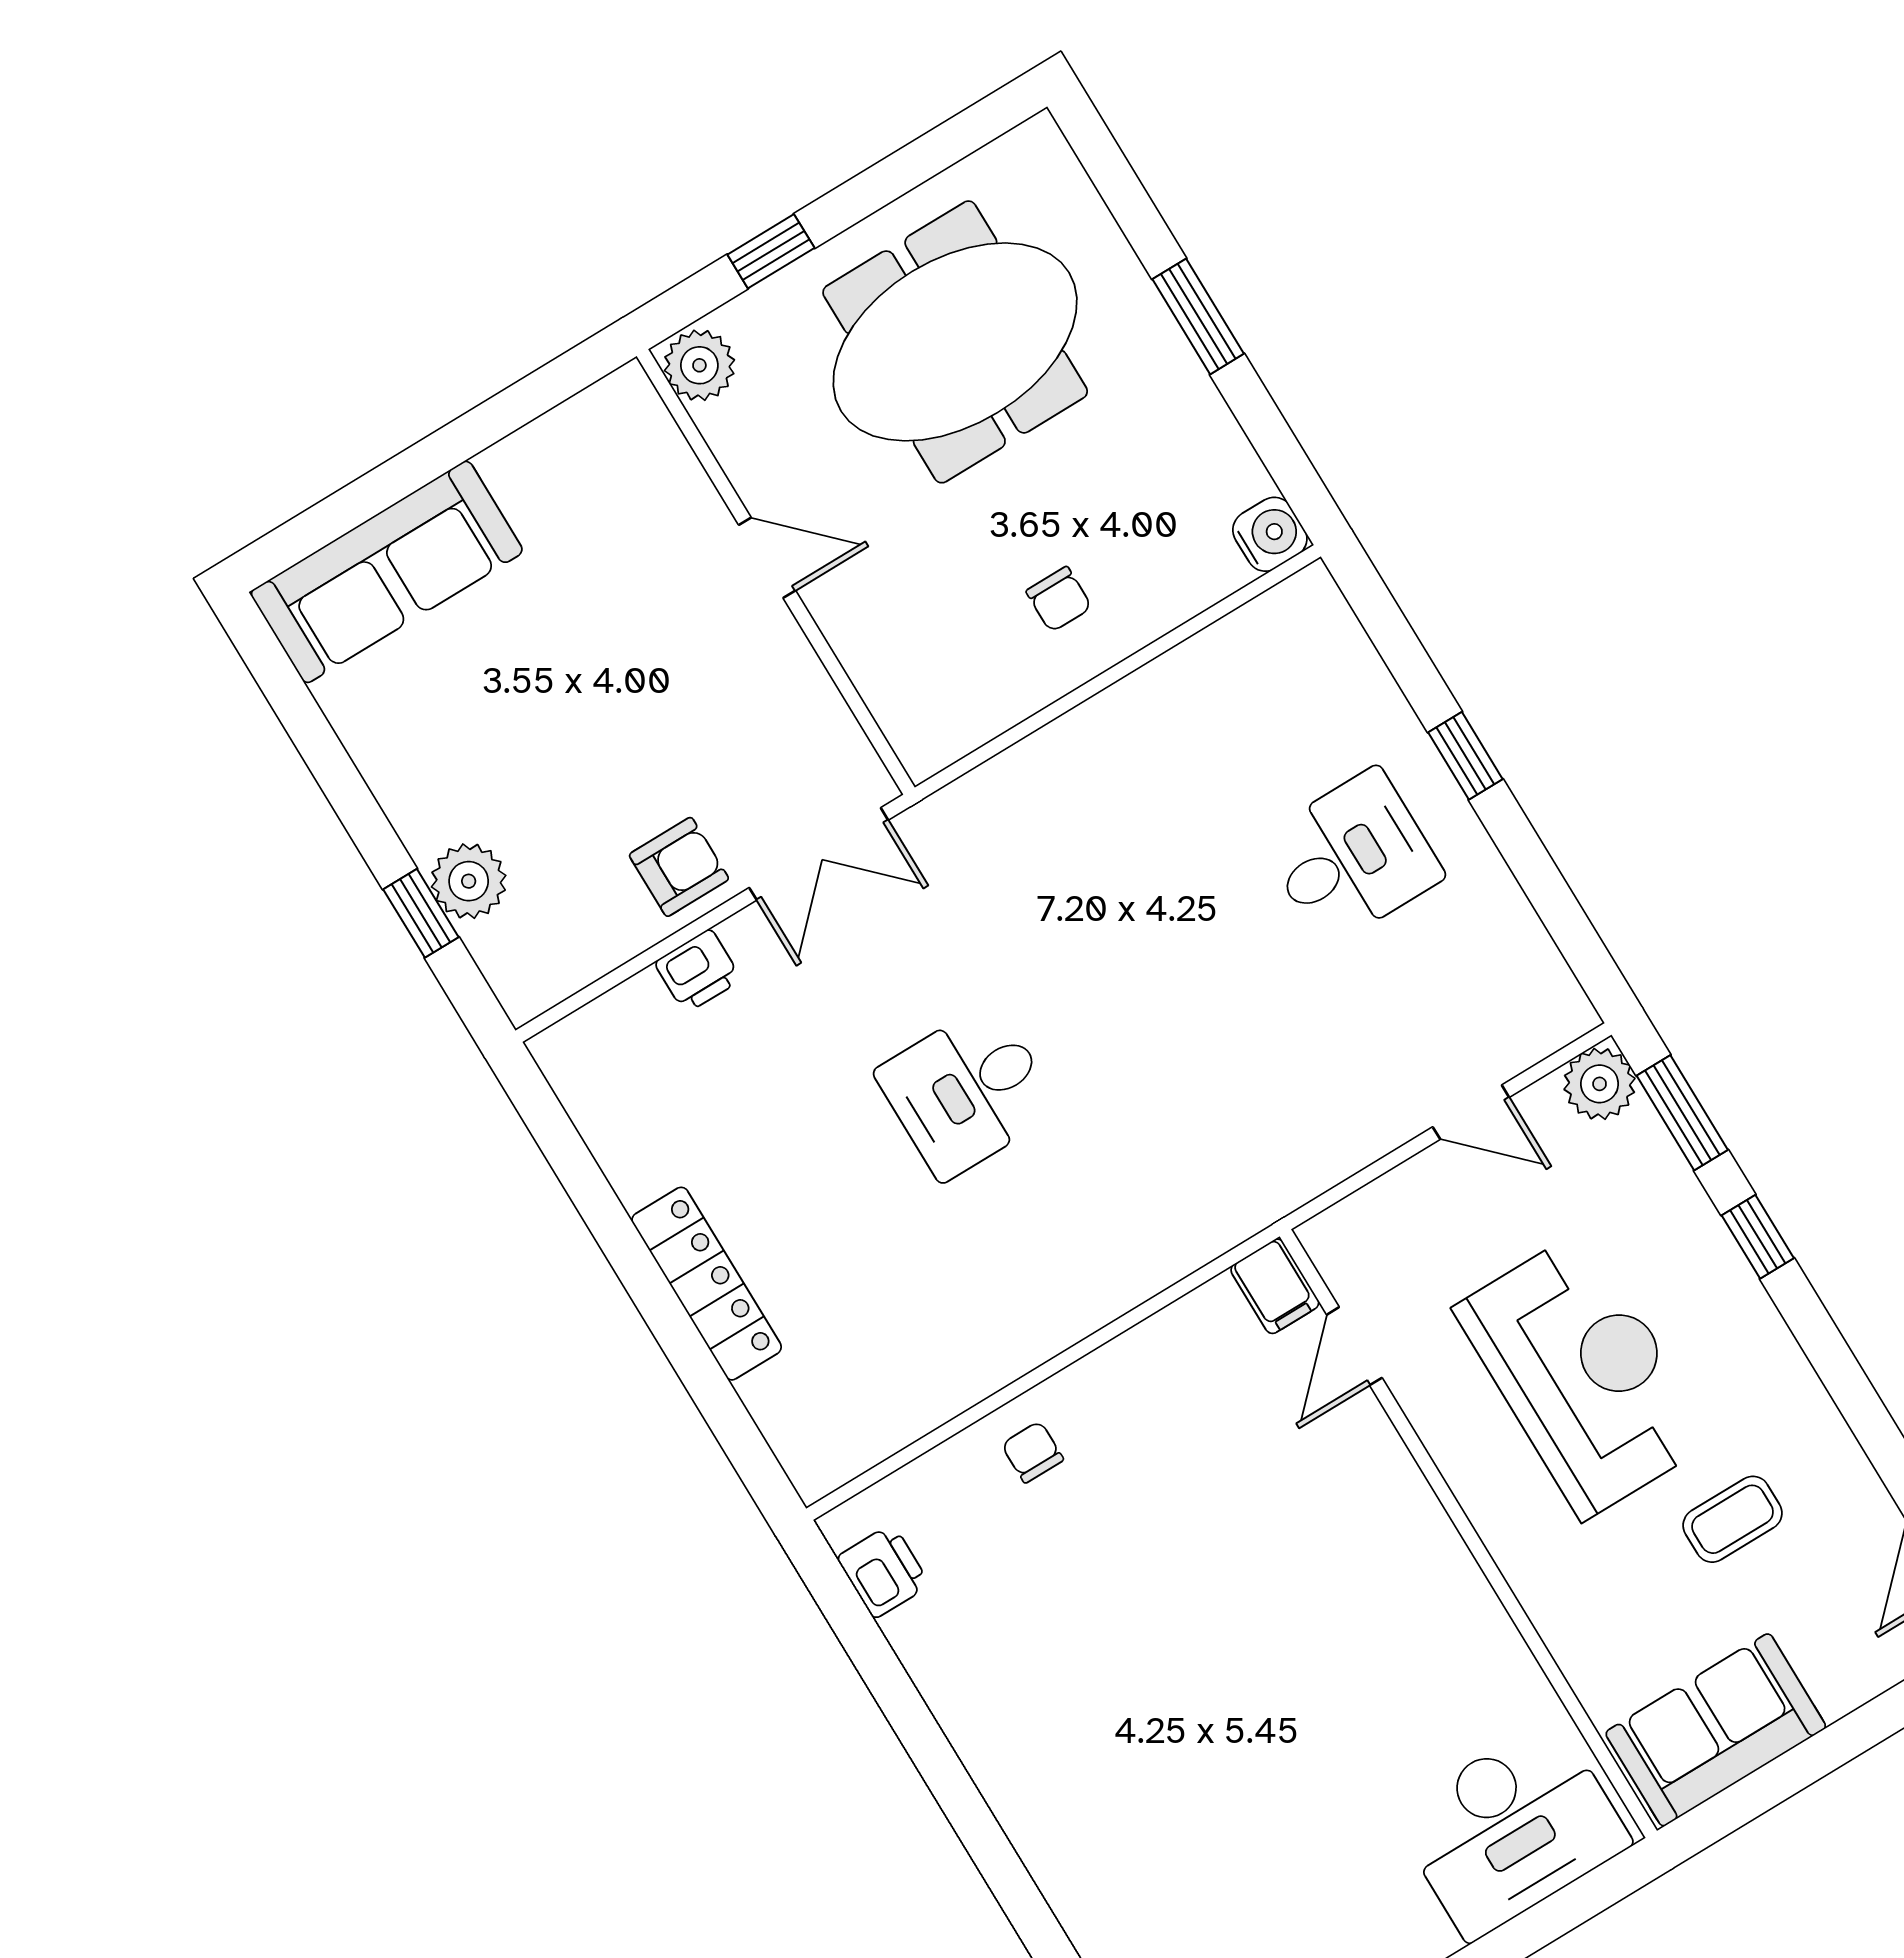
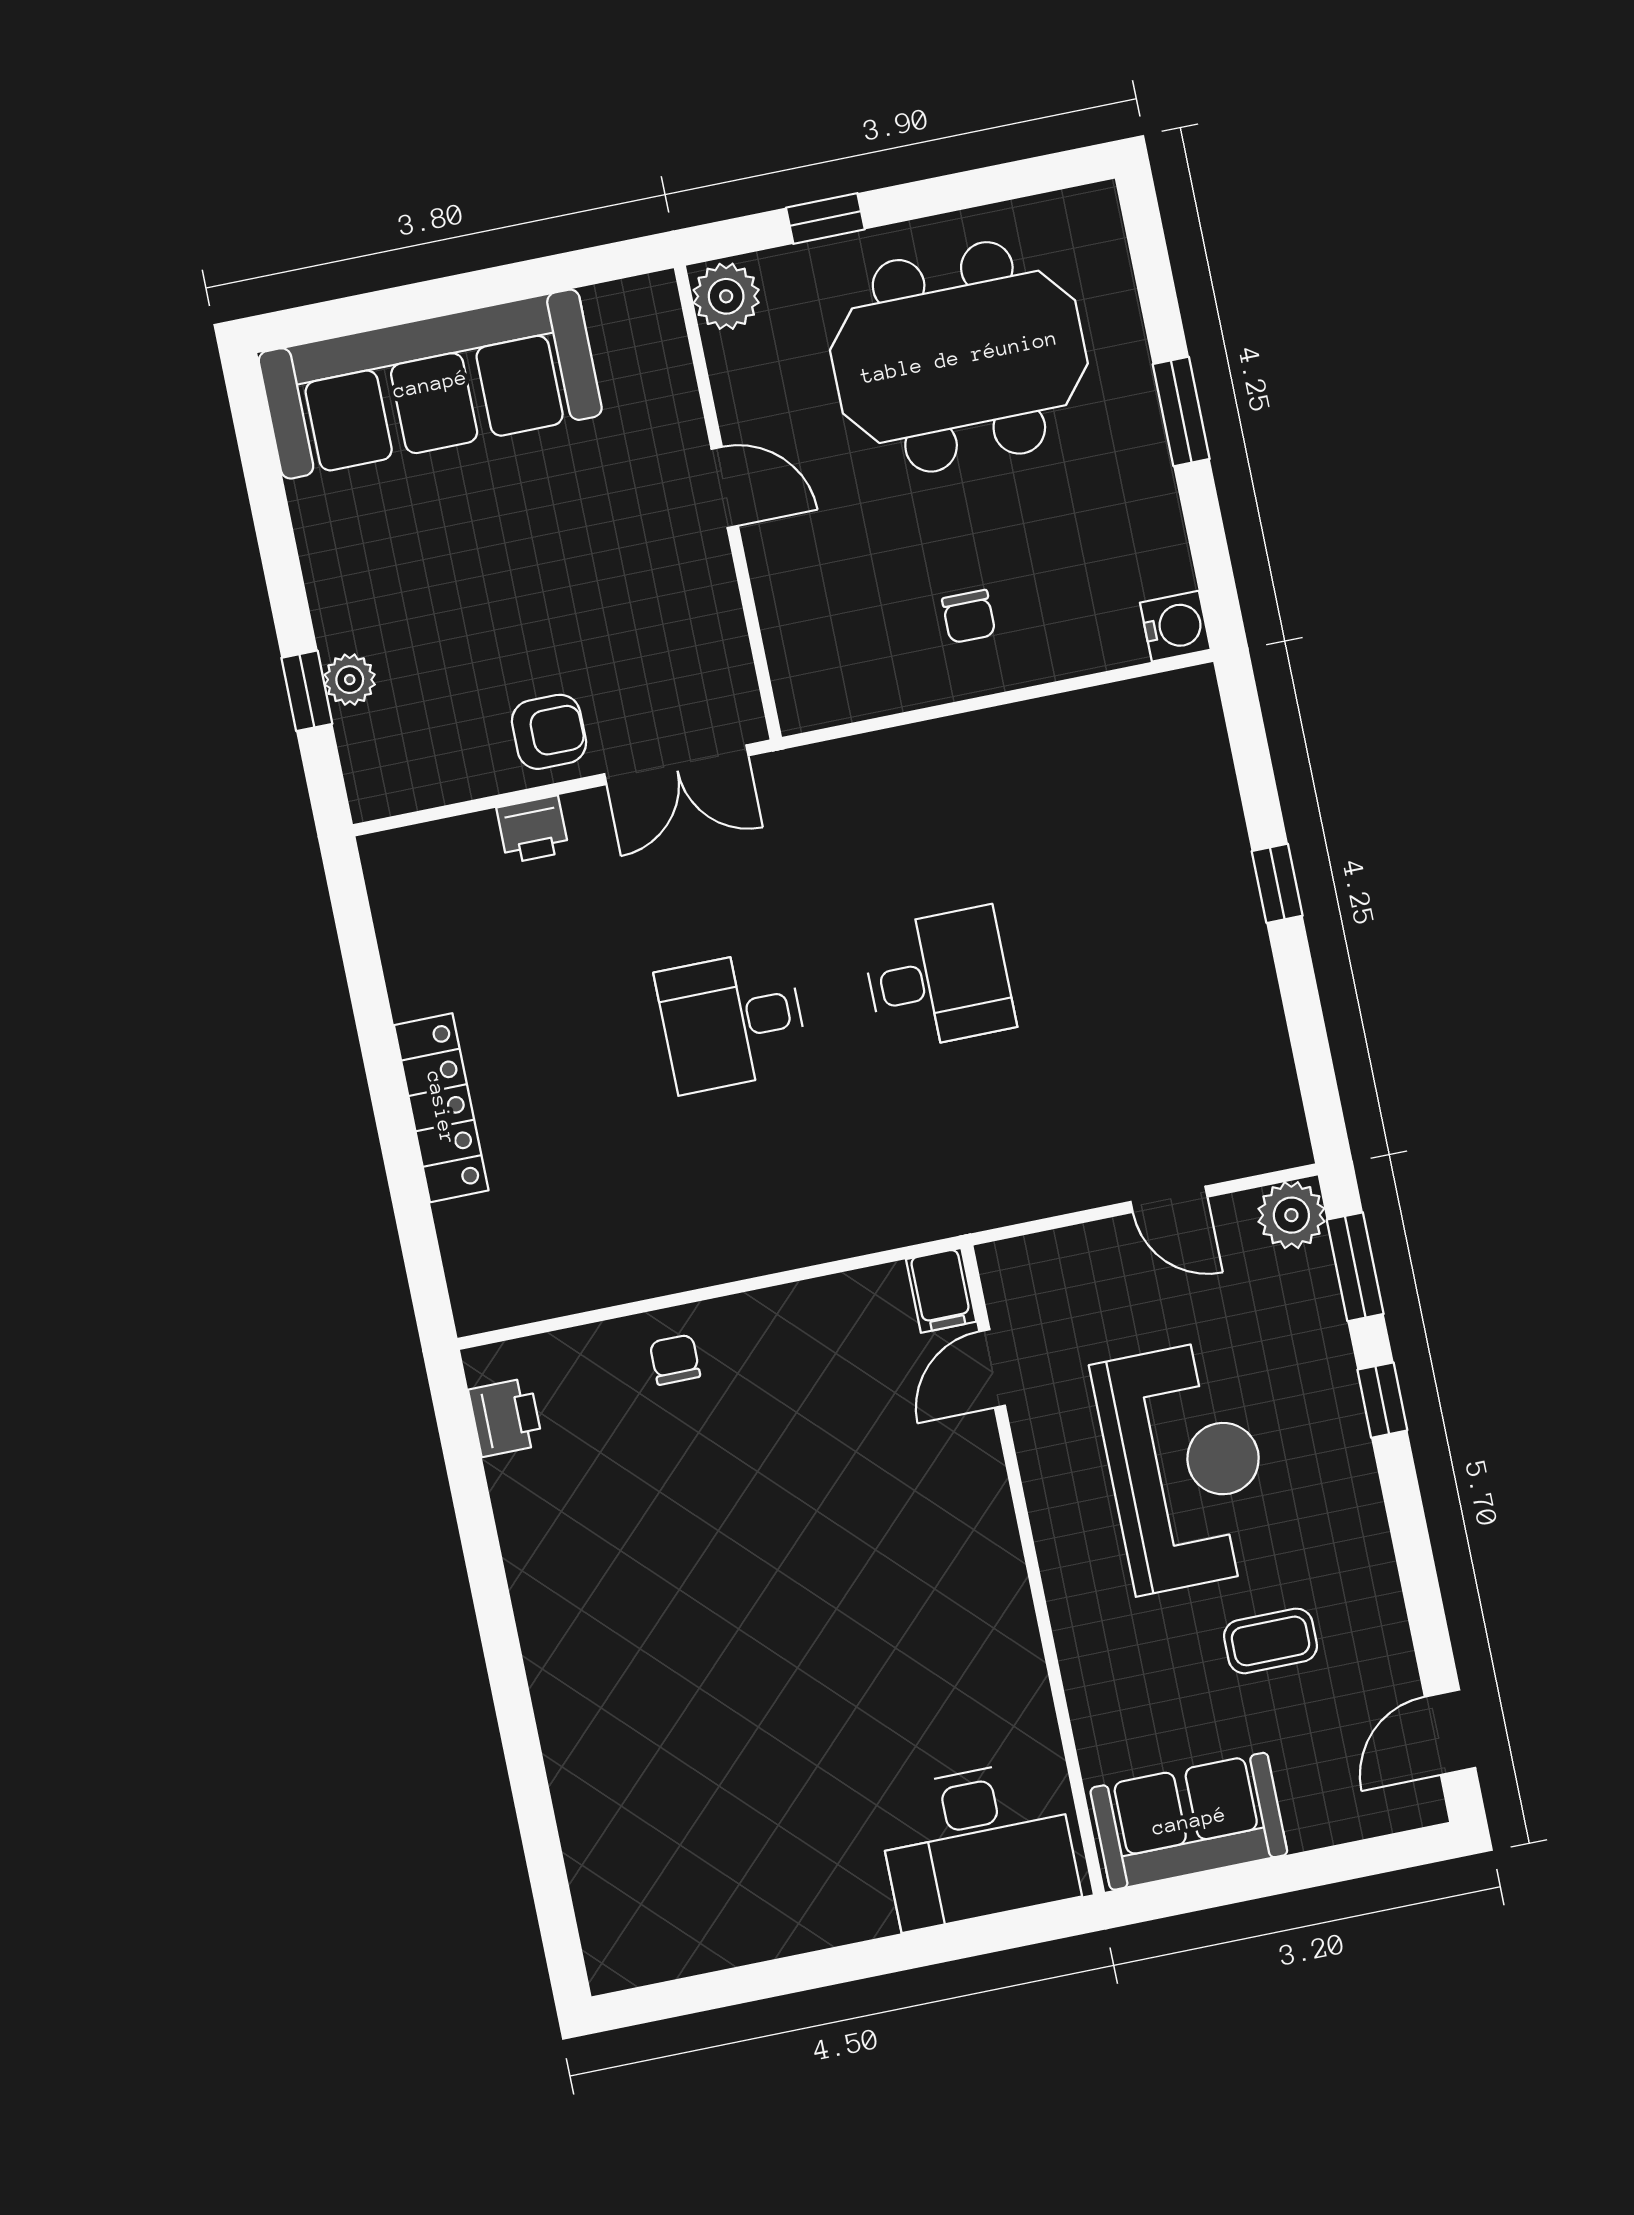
sofa: (387, 572) -> (430, 384), width x1.36, depth x1.27
desk: (1352, 857) -> (938, 979), moved
plant: (469, 881) -> (350, 680), width x0.73, depth x0.73

